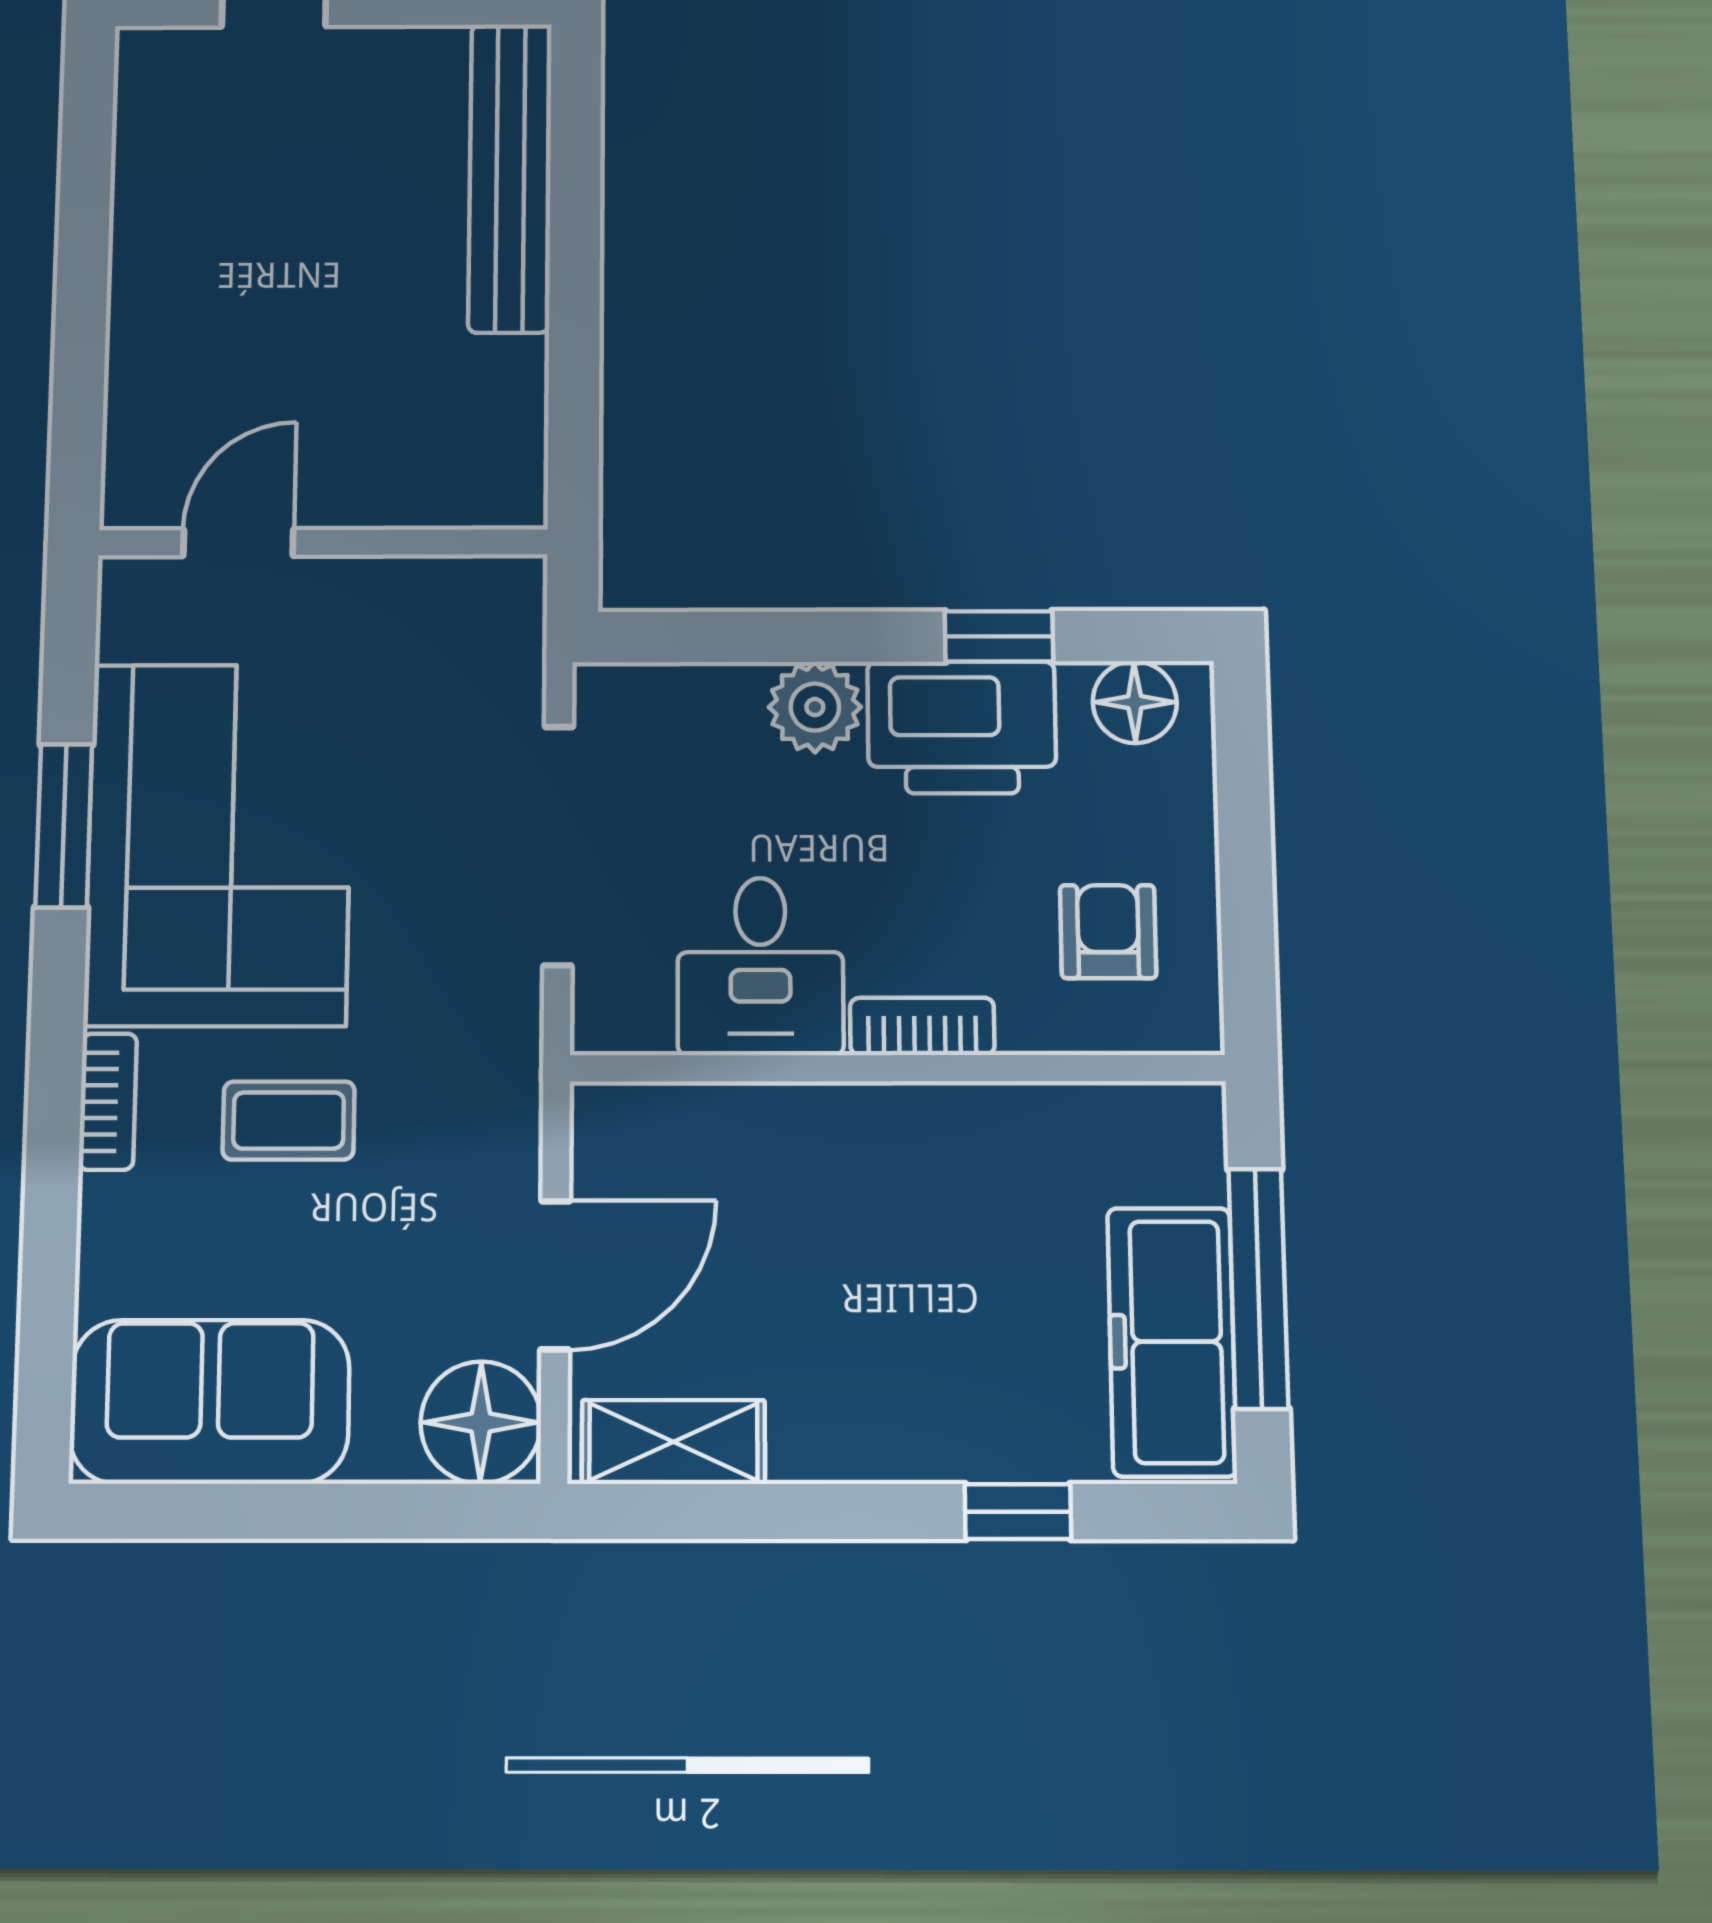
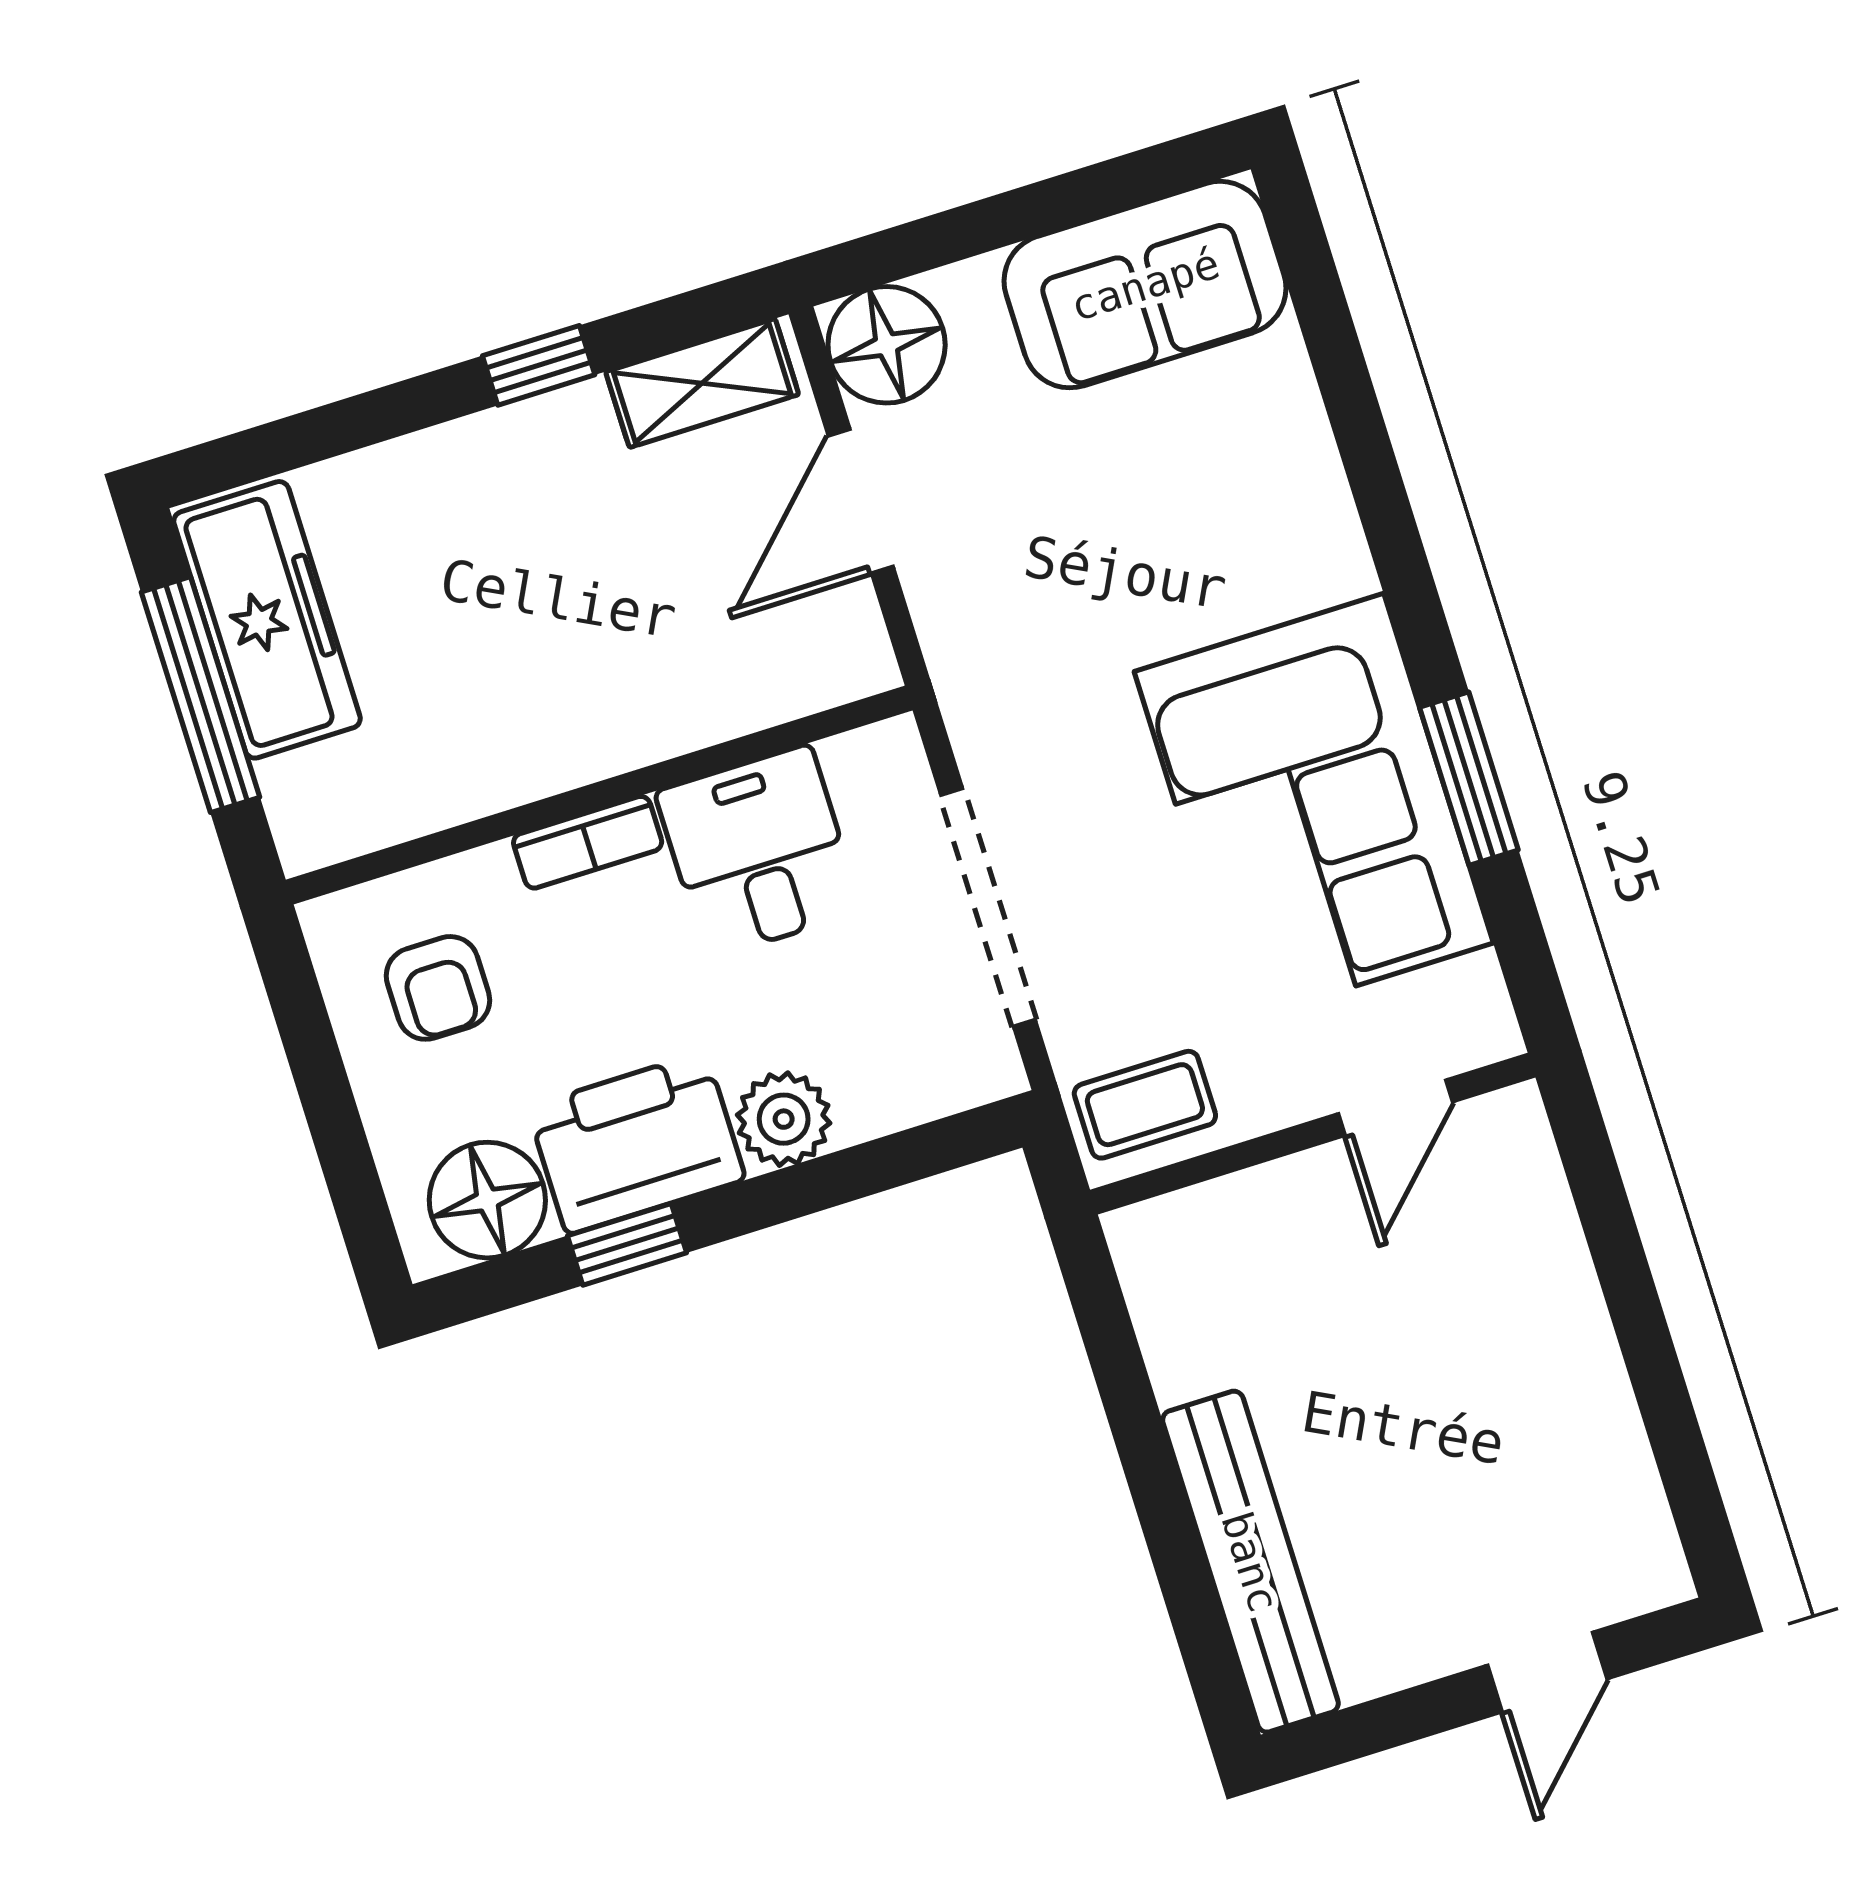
floor lamp: (1135, 702) -> (487, 1200), width x1.38, depth x1.38
bookcase: (108, 1102) -> (1336, 530), removed
coffee table: (289, 1121) -> (1145, 1105), moved
window: (1018, 1512) -> (539, 365), moved

